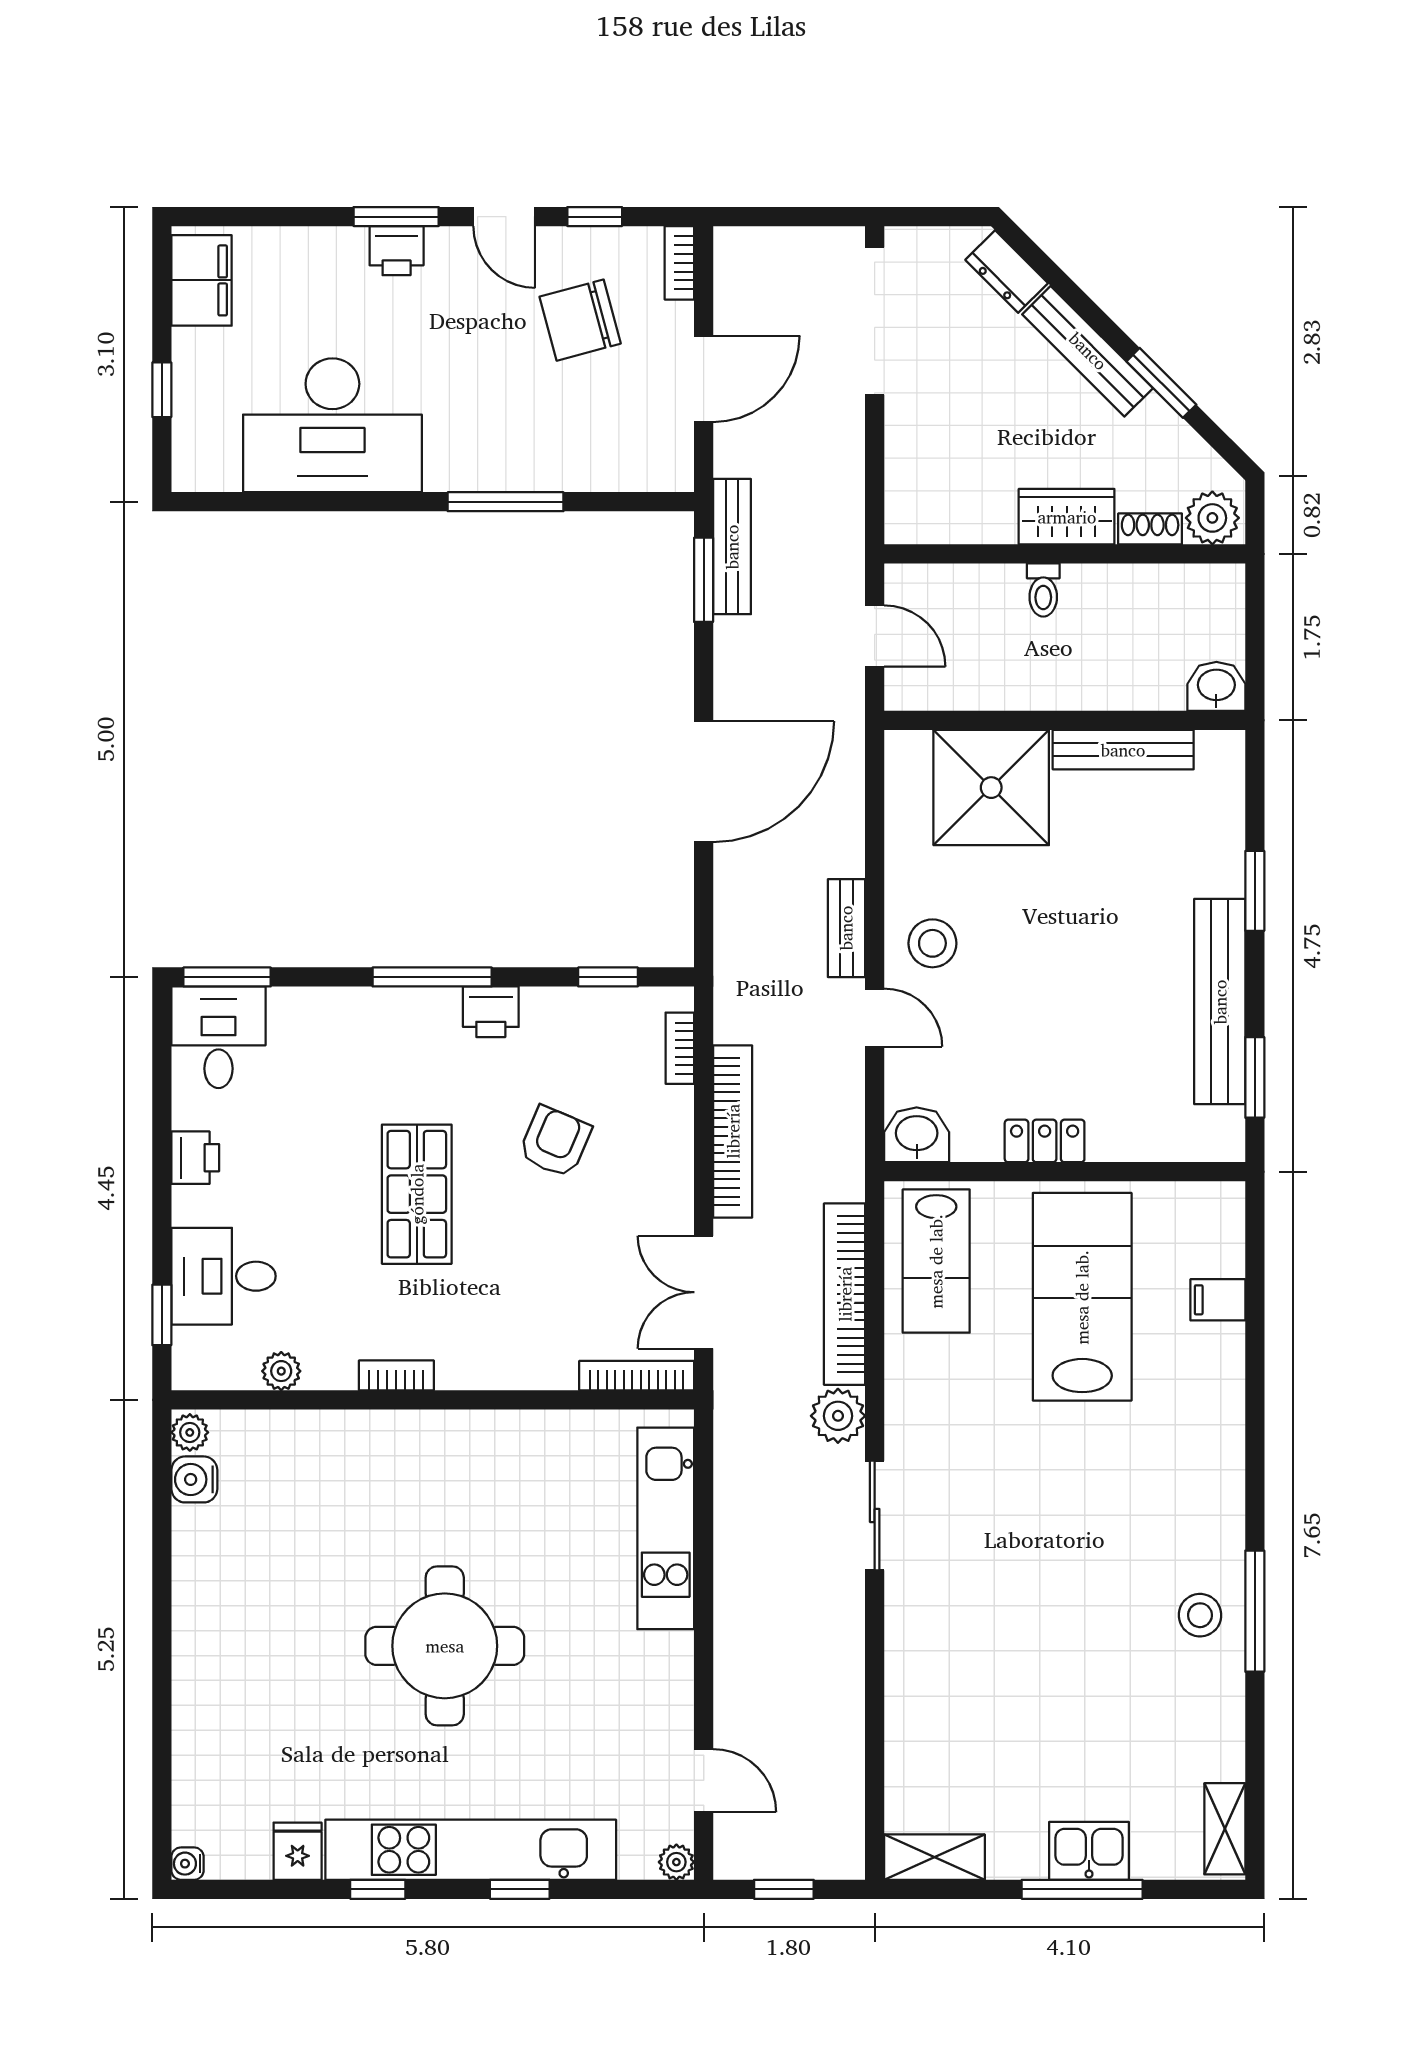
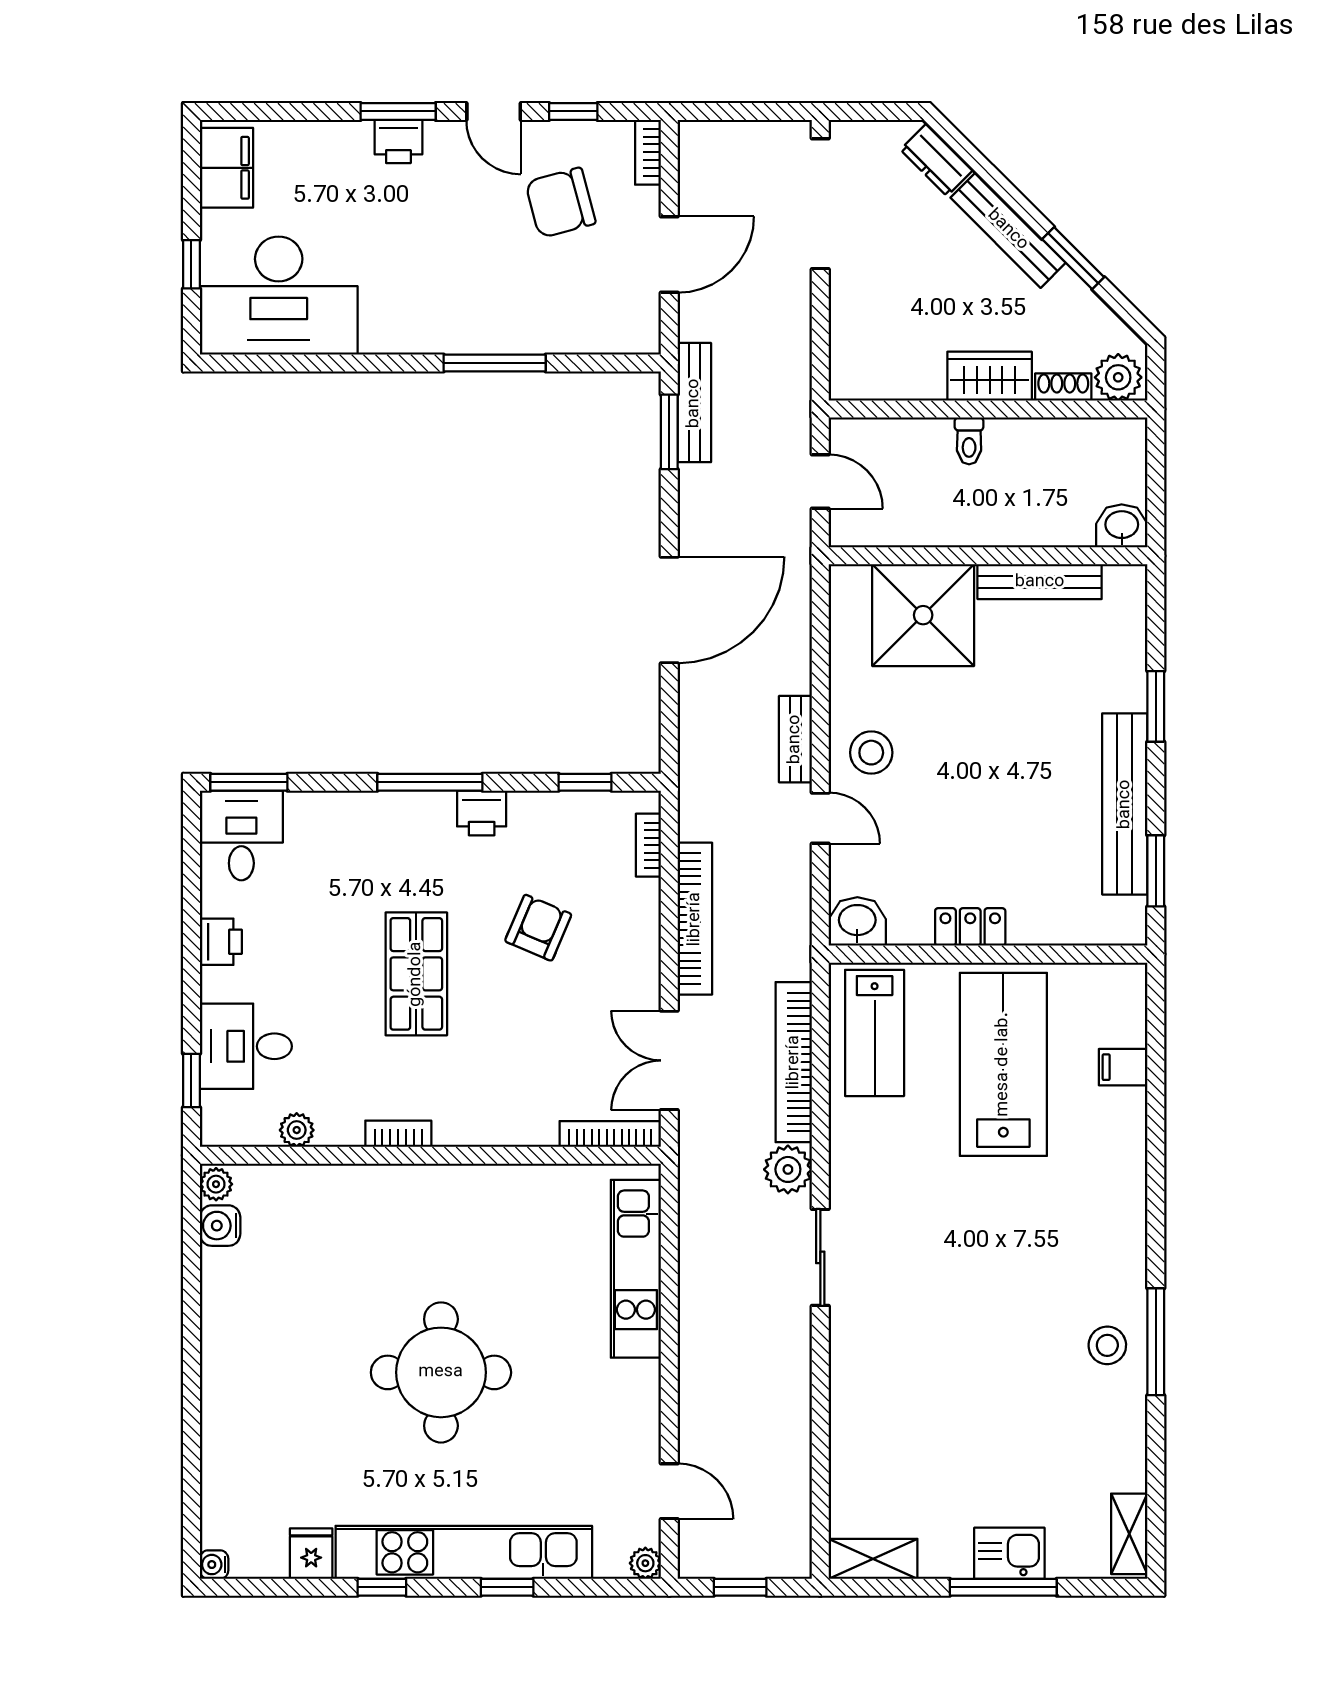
desk: (332, 425) -> (279, 296), moved

